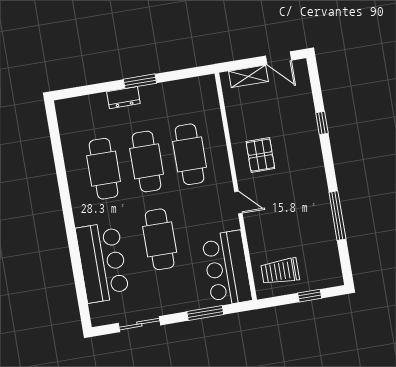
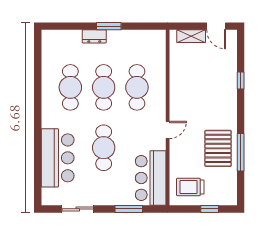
pallet: (260, 155) -> (218, 148), moved, width x1.50, depth x1.42
door: (238, 202) -> (168, 130), hinge flipped

